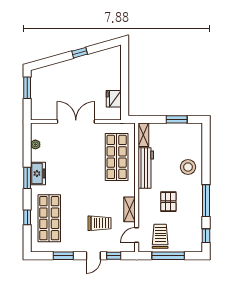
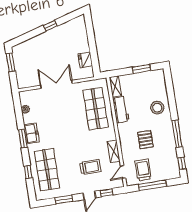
workbench: (146, 168) -> (121, 109), width x0.73

